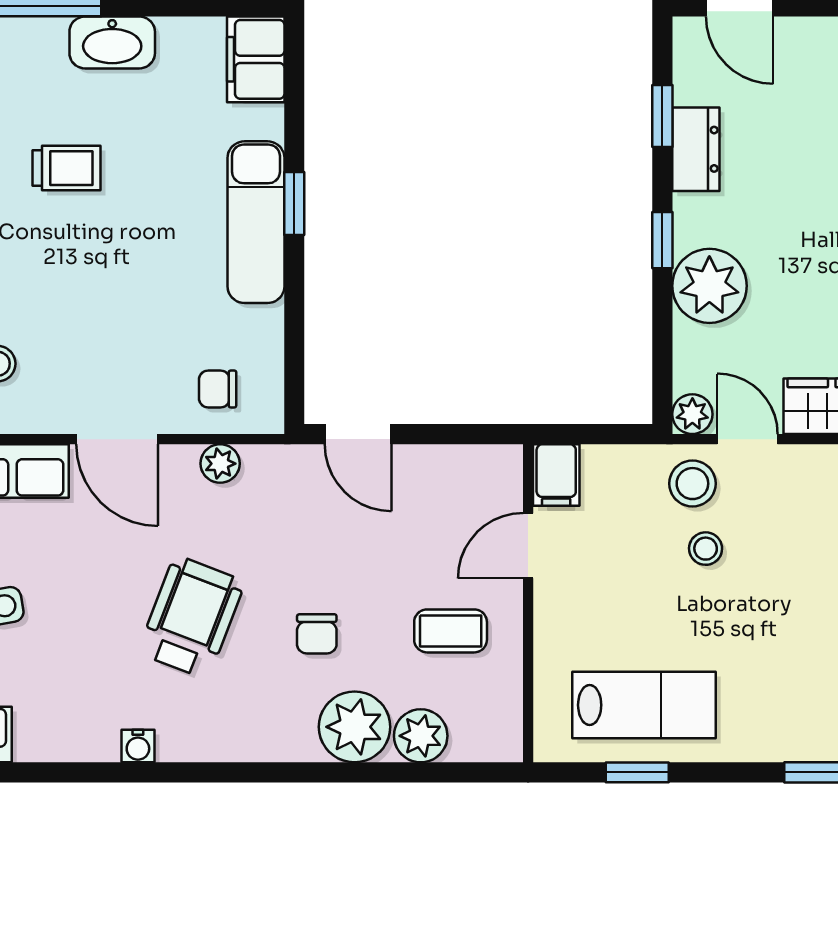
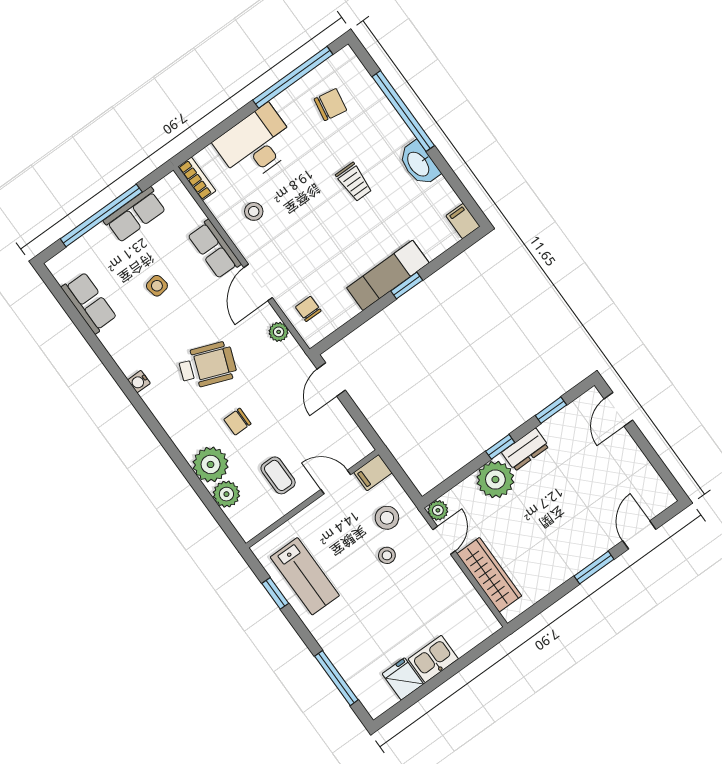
filing cabinet: (256, 59) -> (463, 221), width x0.50
dresser: (696, 149) -> (525, 449), moved
stool: (692, 484) -> (387, 518), moved

